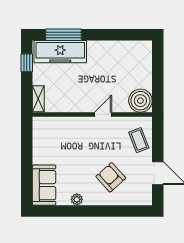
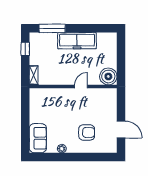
freezer: (60, 52) -> (77, 41), moved
coffee table: (139, 140) -> (107, 105), removed
armchair: (111, 177) -> (87, 132), turned 132

